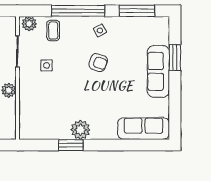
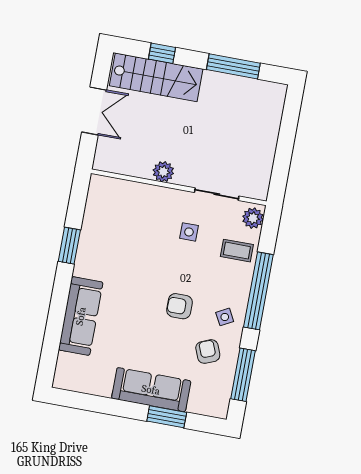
armchair: (125, 38) -> (208, 352), added
armchair: (98, 63) -> (180, 306), turned 71
sofa: (144, 129) -> (81, 316), moved
plant: (80, 130) -> (88, 263), removed

